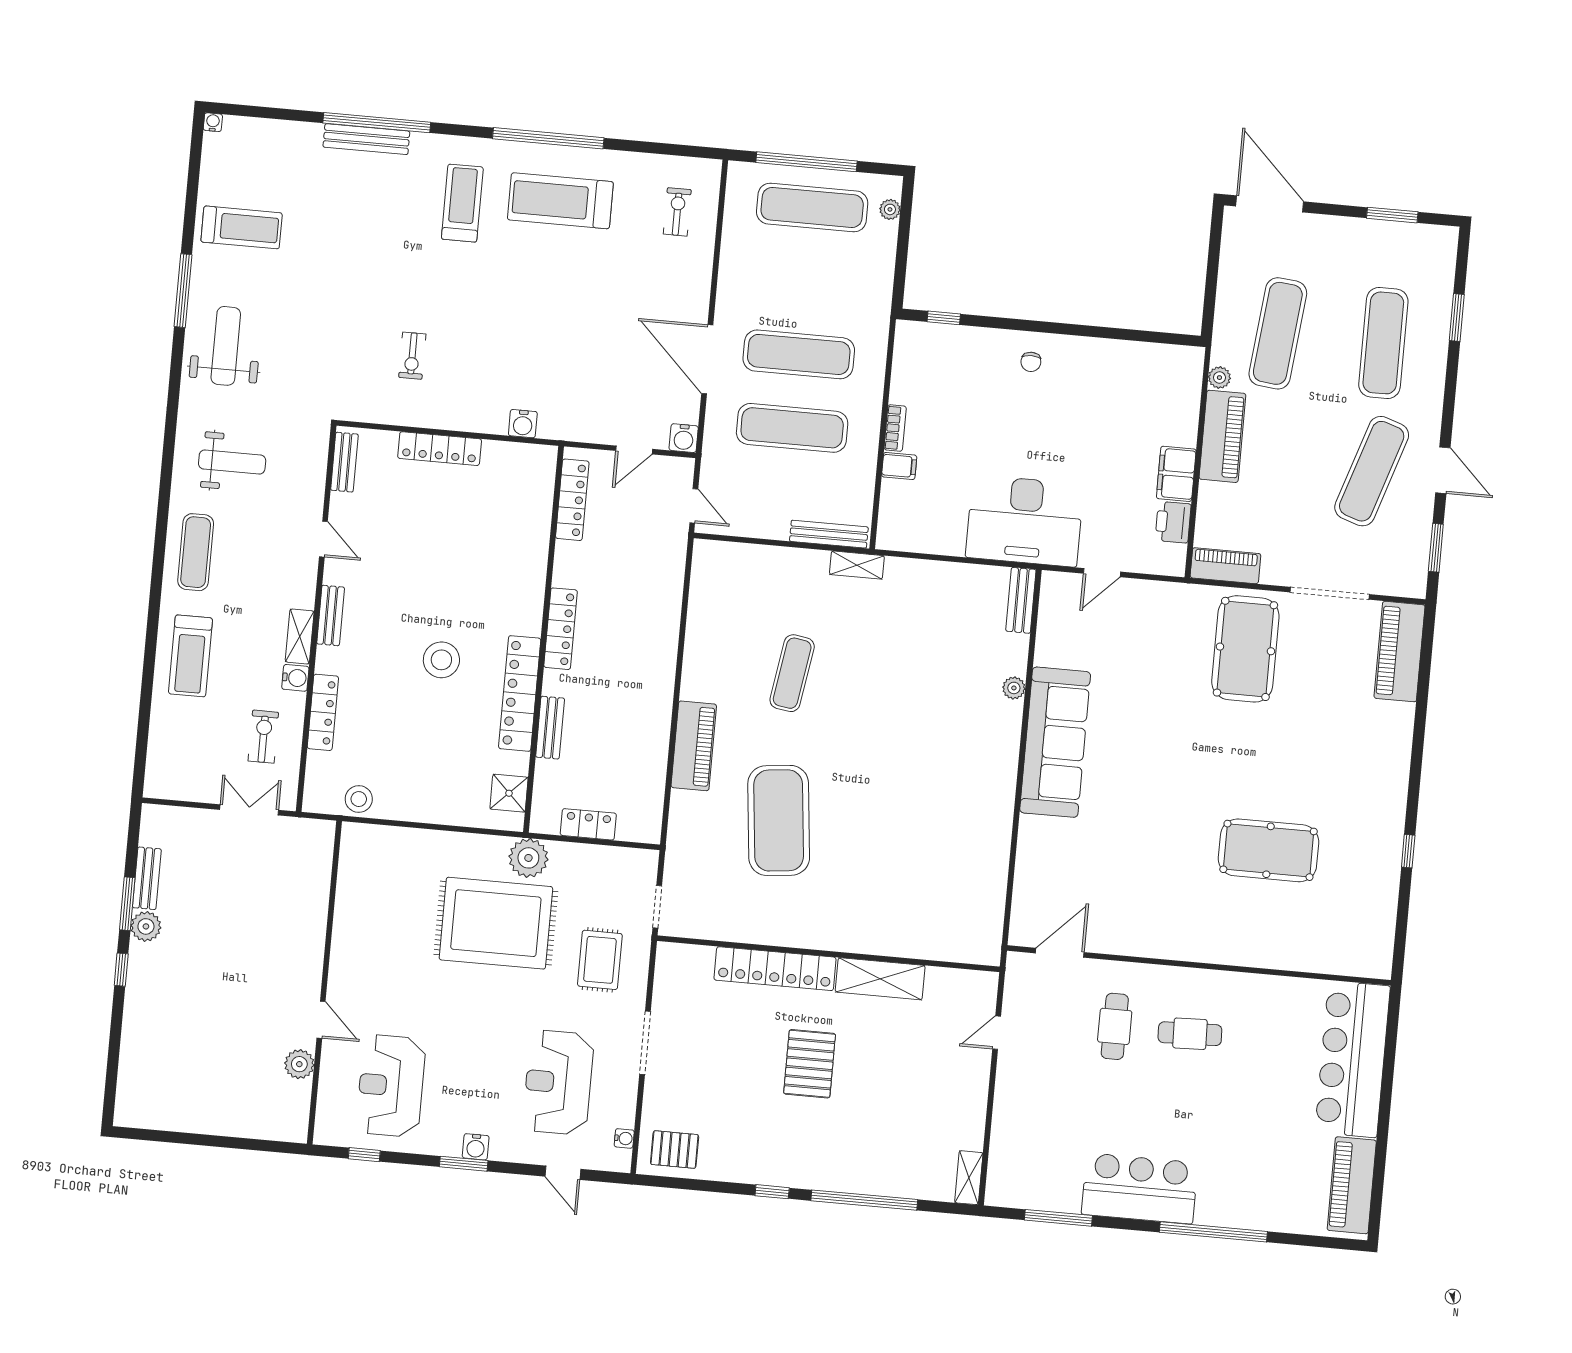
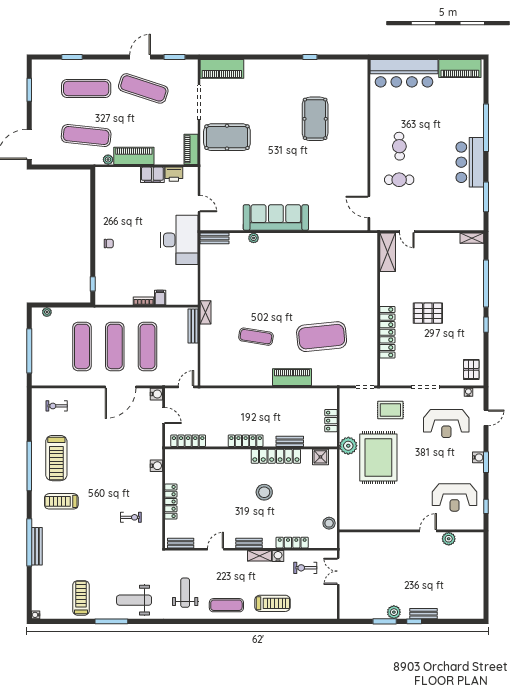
exercise mat: (812, 207) -> (82, 346), moved
bench: (147, 878) -> (424, 614), moved
shelving: (880, 979) -> (388, 252), moved

